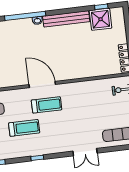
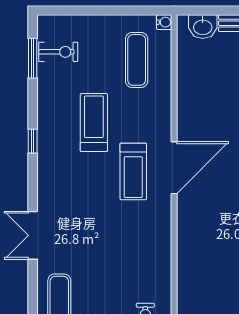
treadmill: (24, 128) -> (94, 123), turned 180

